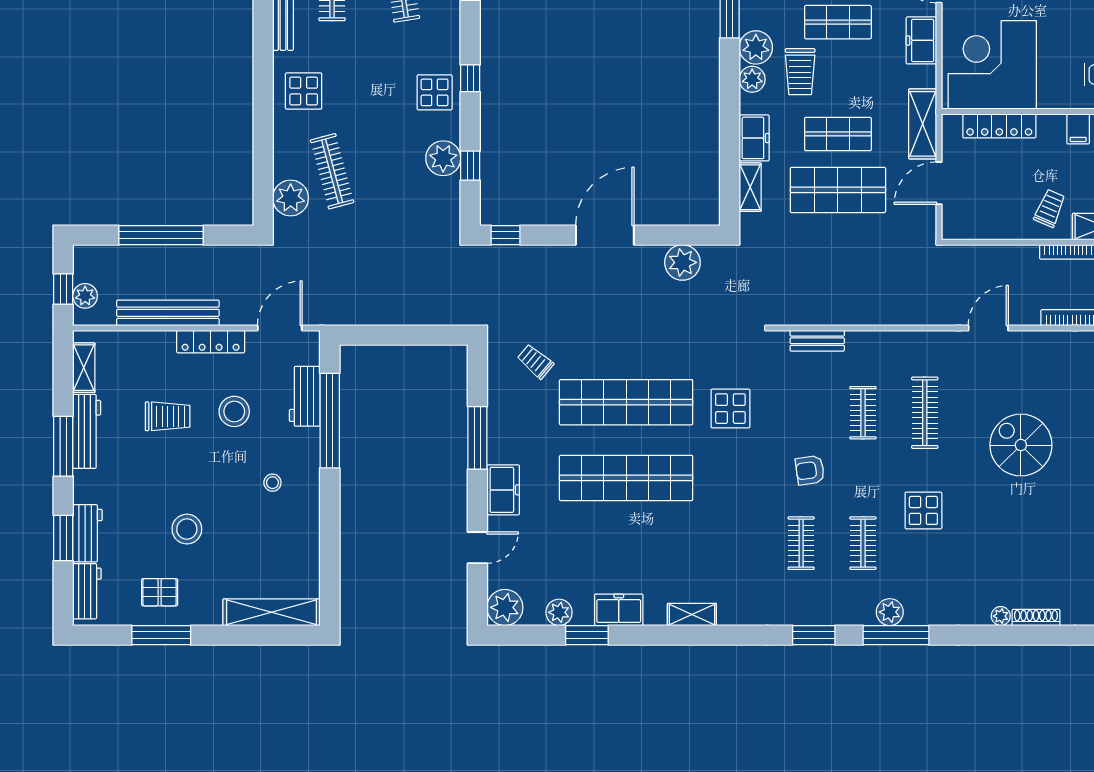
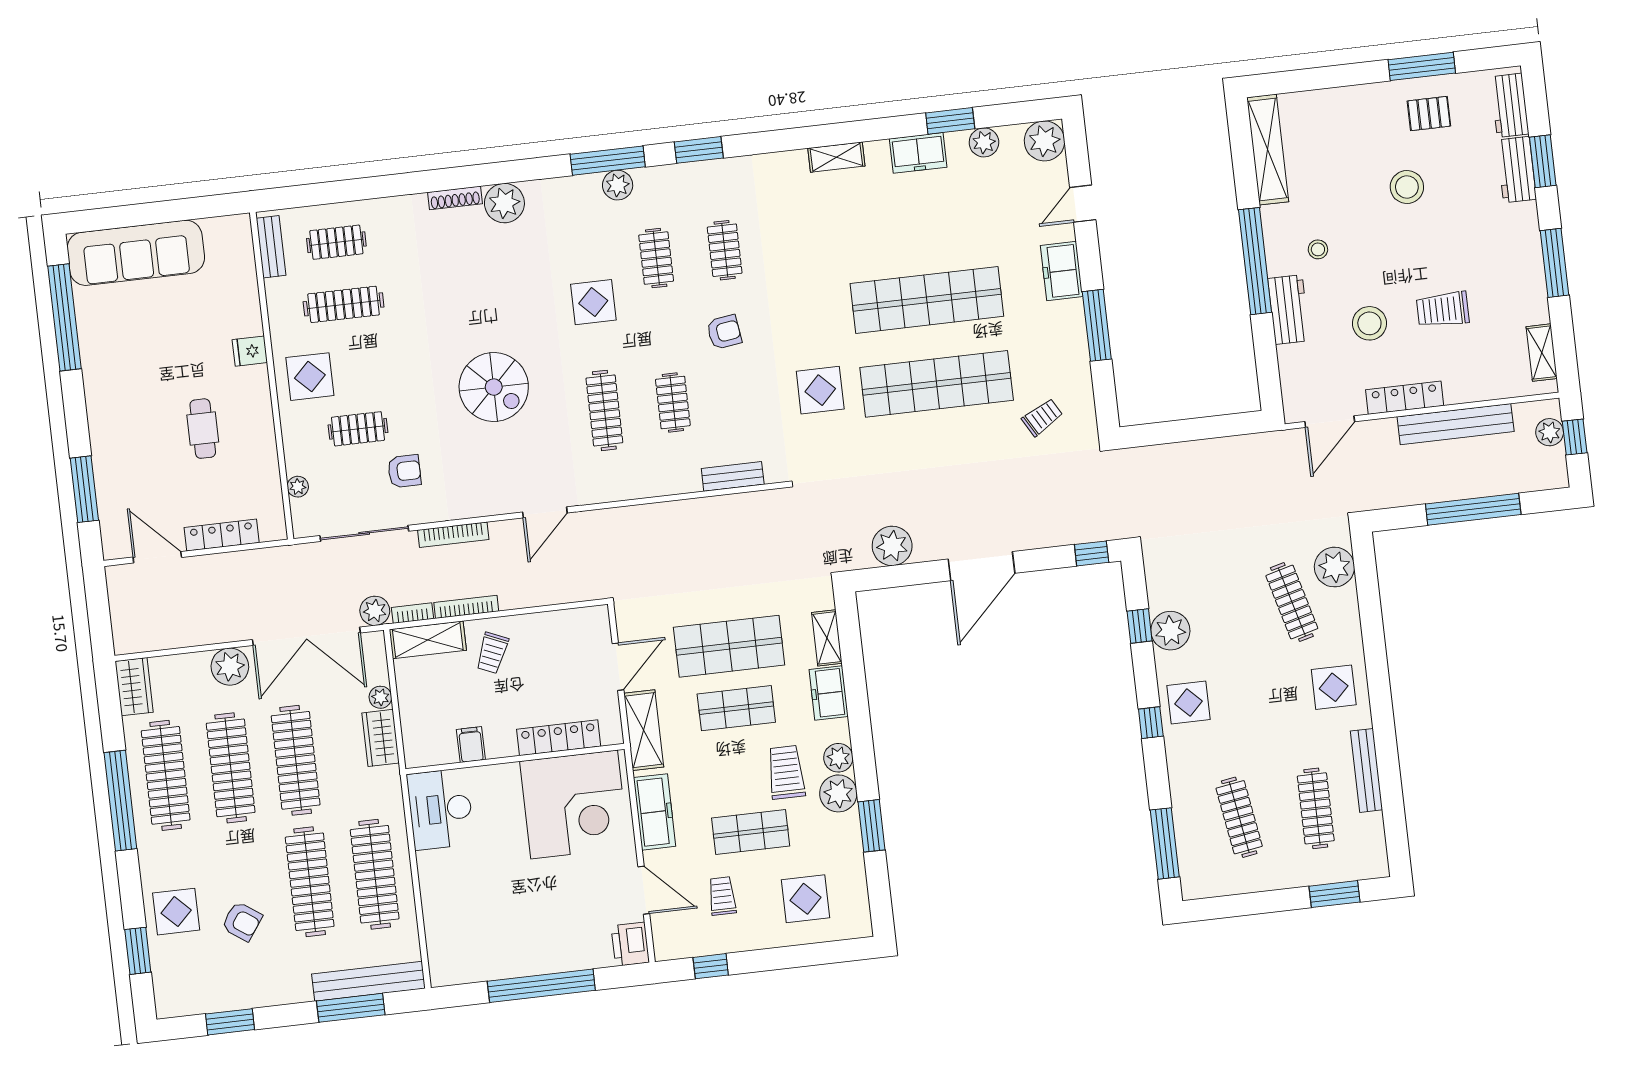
freezer: (921, 40) -> (655, 812), width x1.40
trolley: (535, 361) -> (1042, 417), turned -70
workbench: (305, 396) -> (1289, 310), moved
window: (330, 421) -> (1255, 261), moved
workbench: (87, 431) -> (1530, 282), removed
shelving: (272, 612) -> (1268, 150), moved, turned 90
plant: (1001, 616) -> (504, 203), width x1.88, depth x1.88

